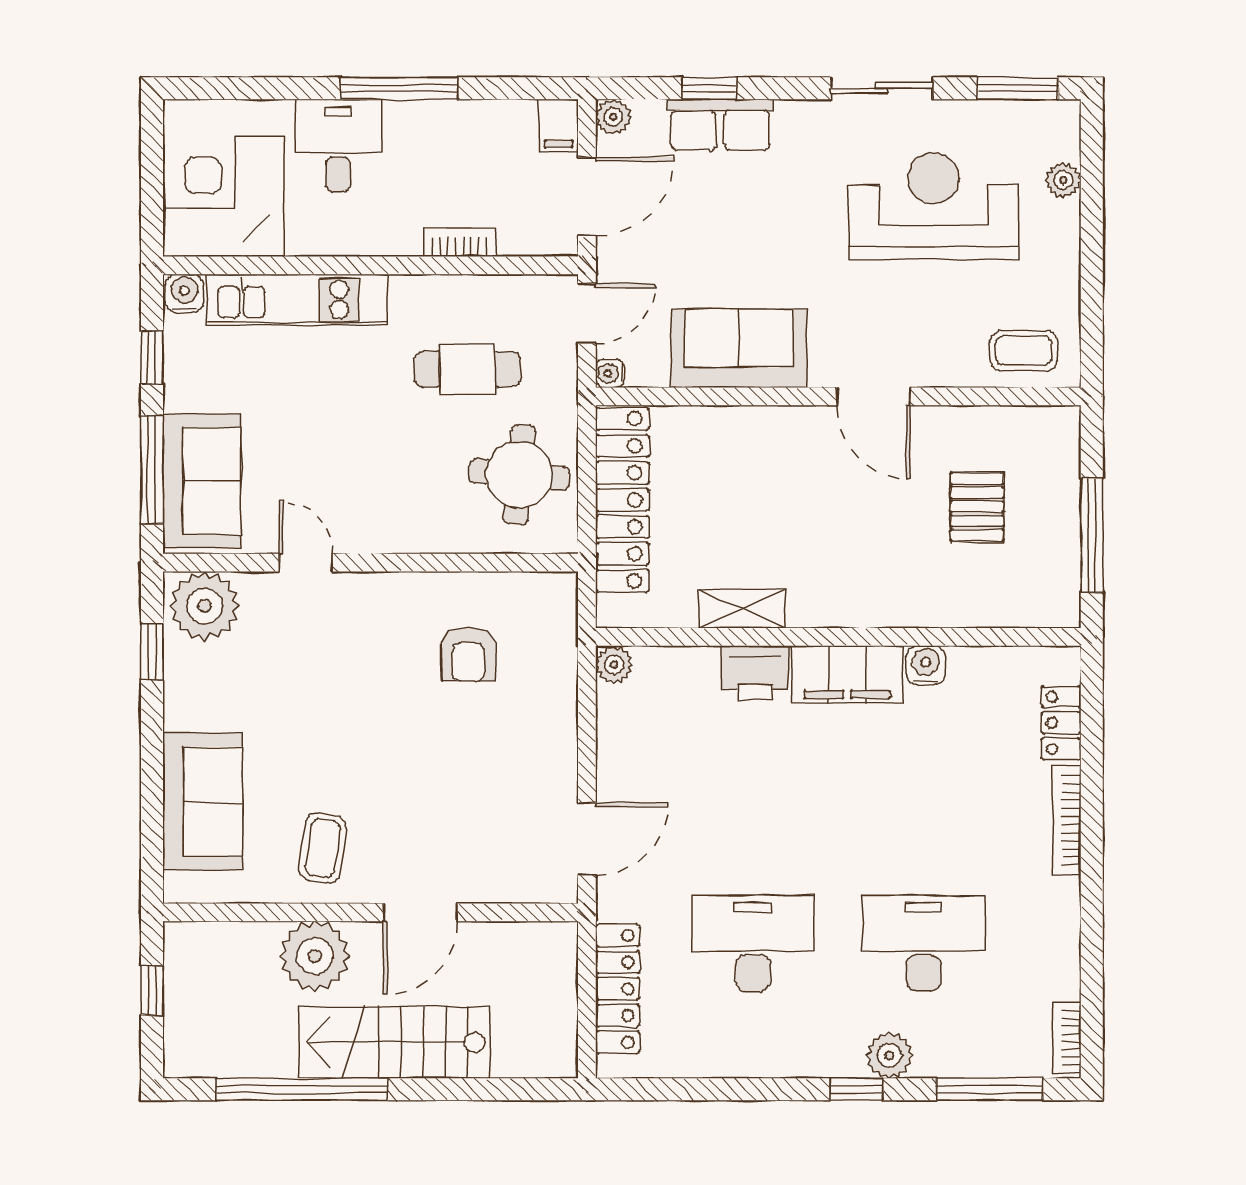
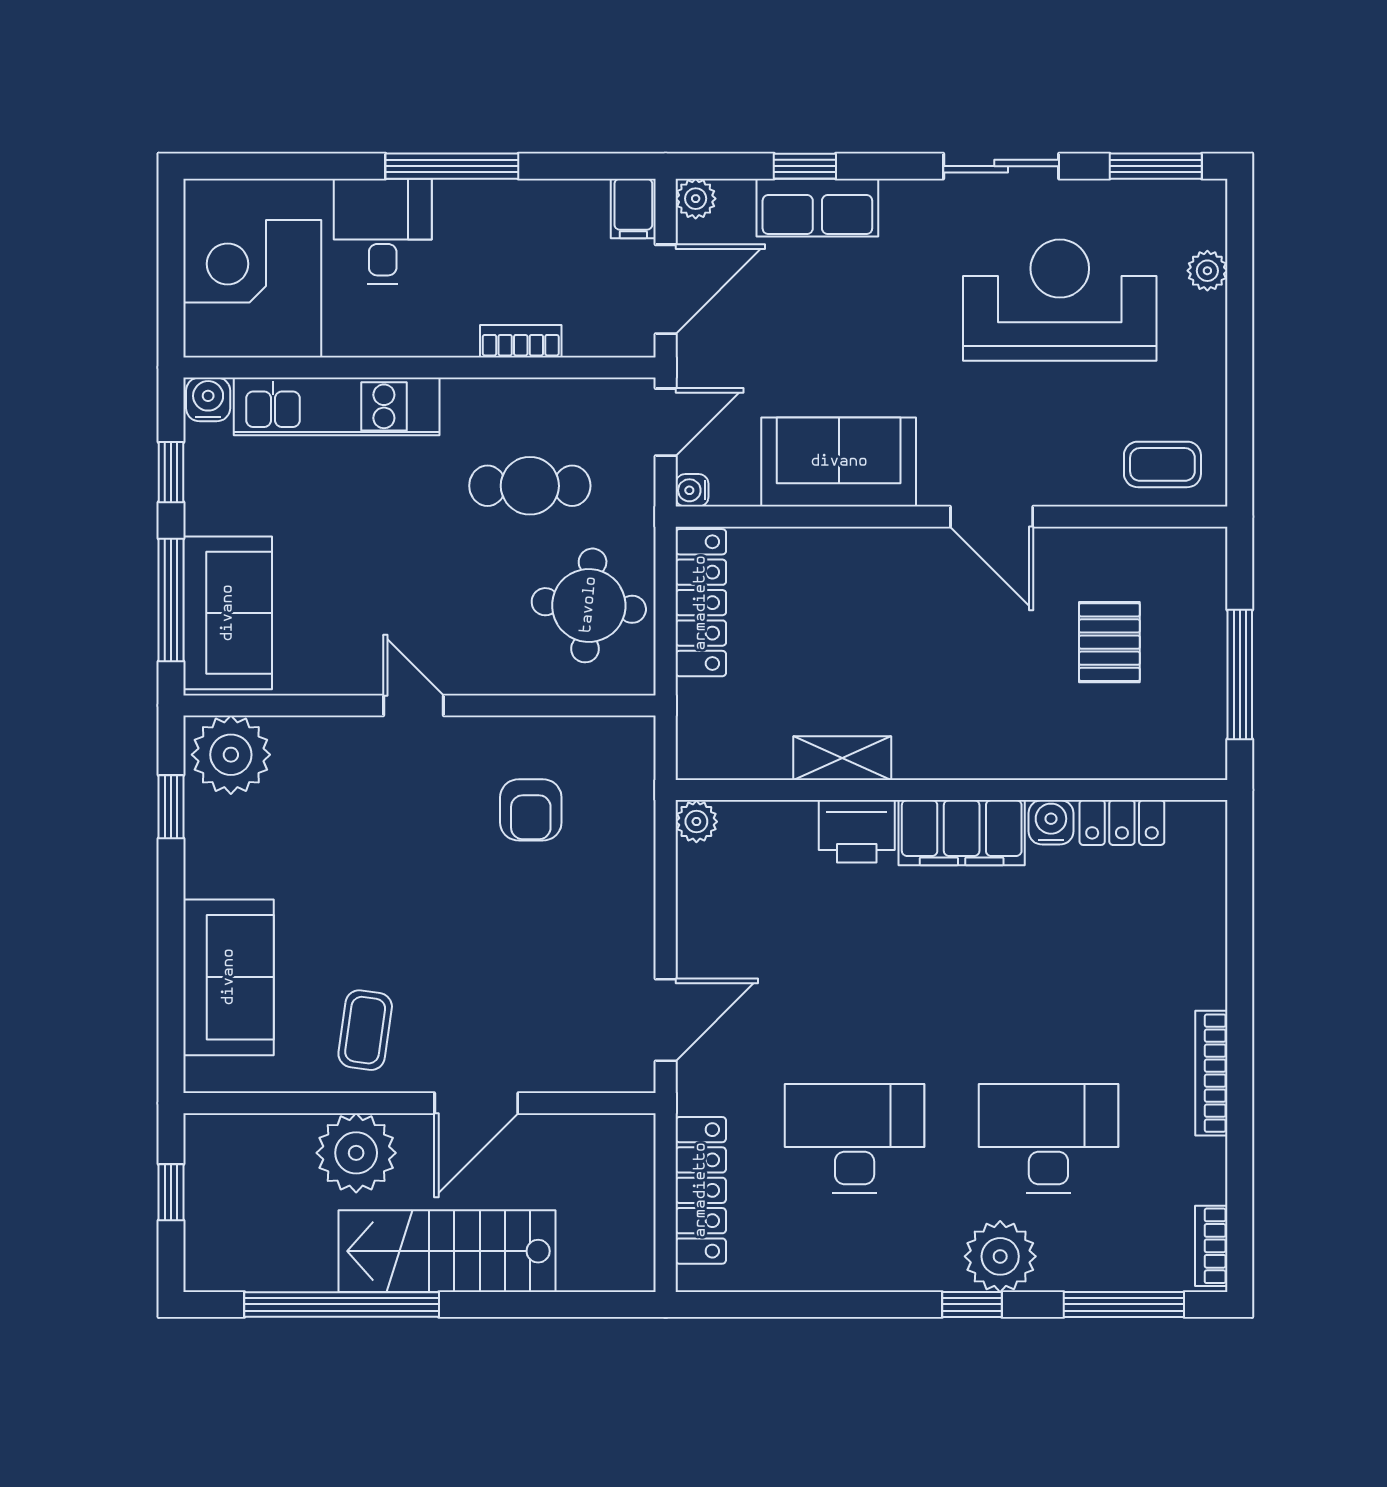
locker: (622, 500) -> (701, 603), width x0.71, depth x0.83
door: (306, 563) -> (414, 705), moved
locker: (1061, 723) -> (1122, 823), moved, turned -90
bookcase: (1067, 821) -> (1211, 1073), moved
plant: (889, 1055) -> (1000, 1256), width x1.36, depth x1.36

